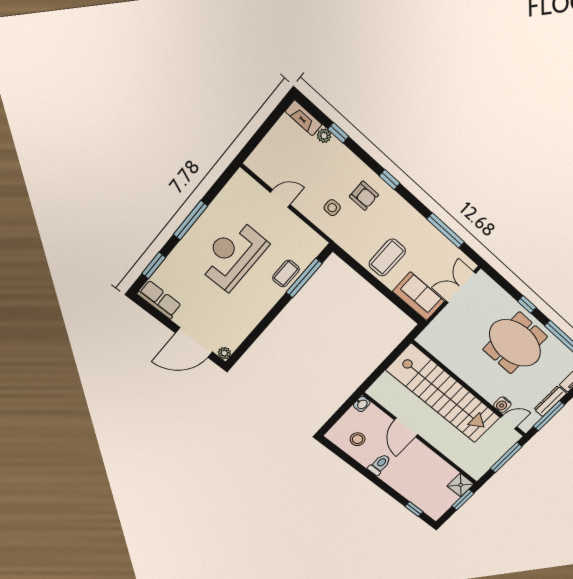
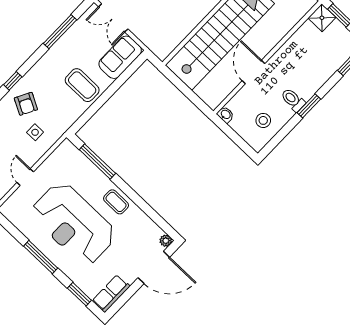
armchair: (364, 196) -> (26, 104), turned 118
reception desk: (233, 255) -> (73, 224), width x1.36, depth x1.30
coffee table: (286, 274) -> (116, 202), moved
door: (194, 342) -> (154, 267), hinge flipped
door: (406, 427) -> (253, 72), swing flipped
window: (374, 479) -> (309, 106), added

